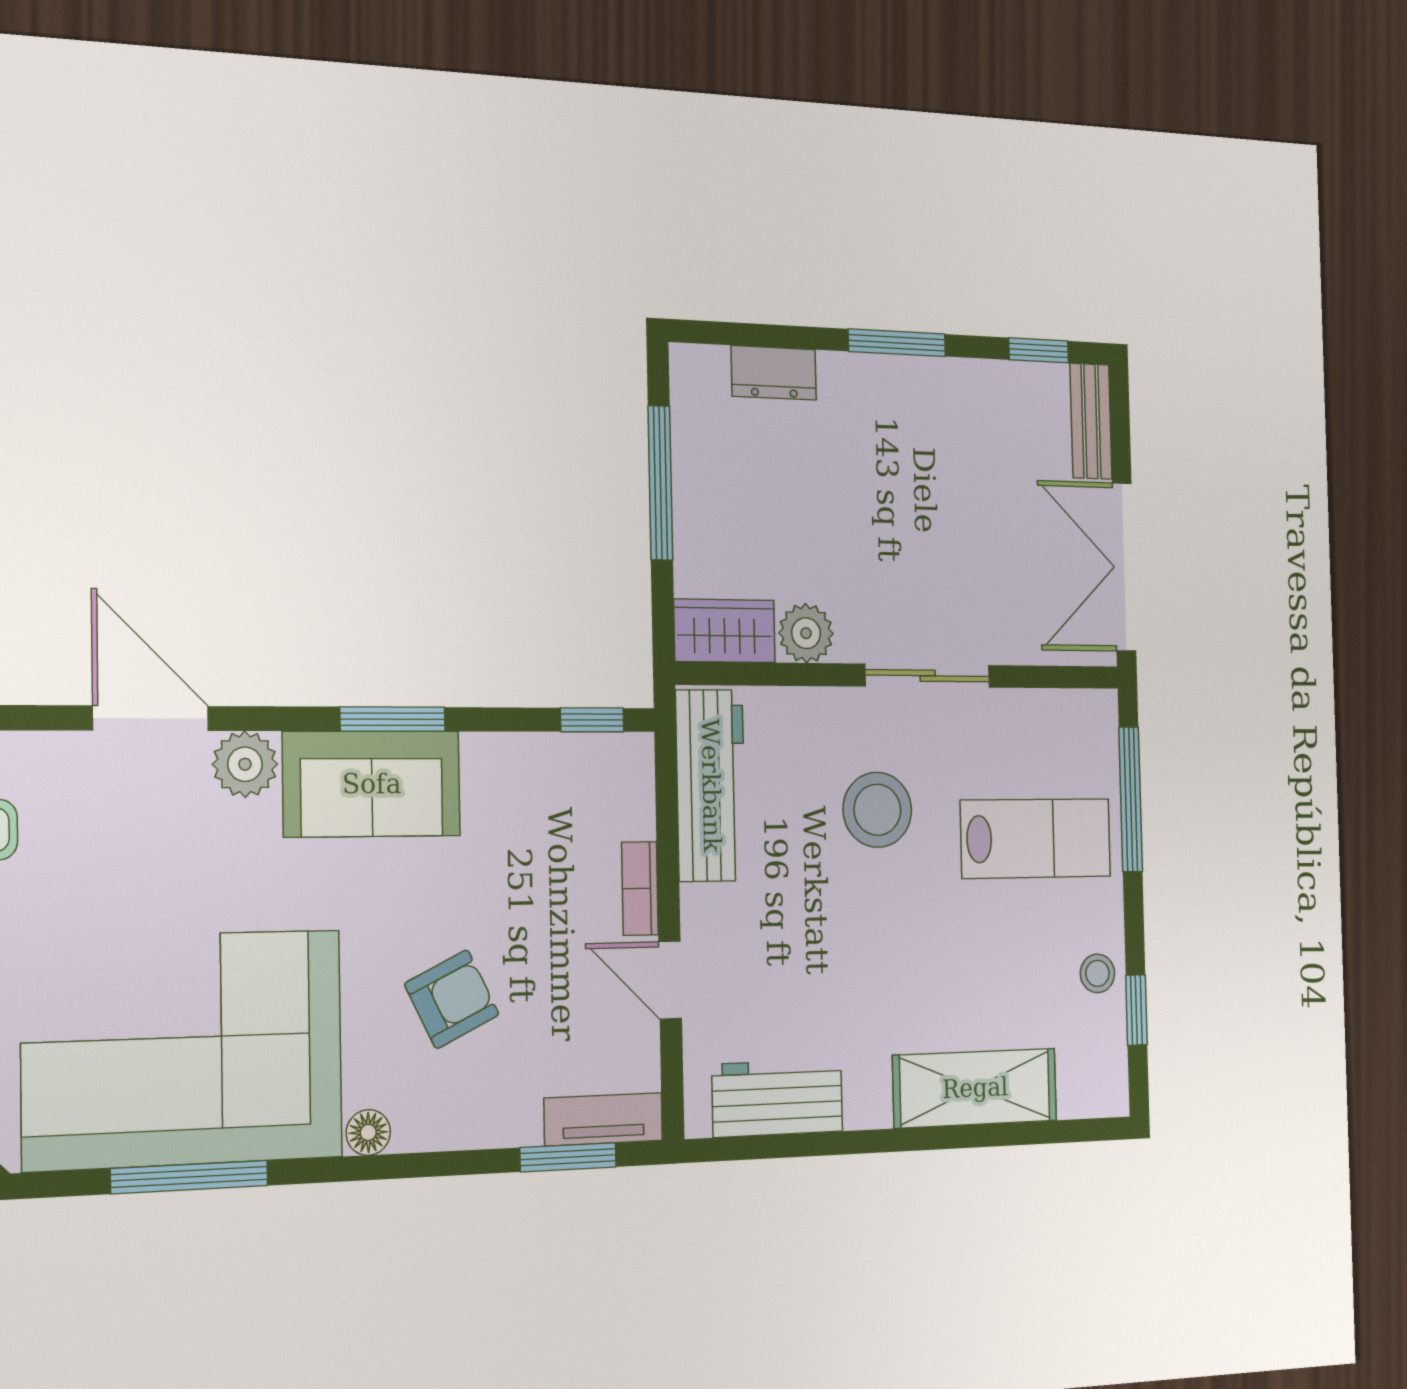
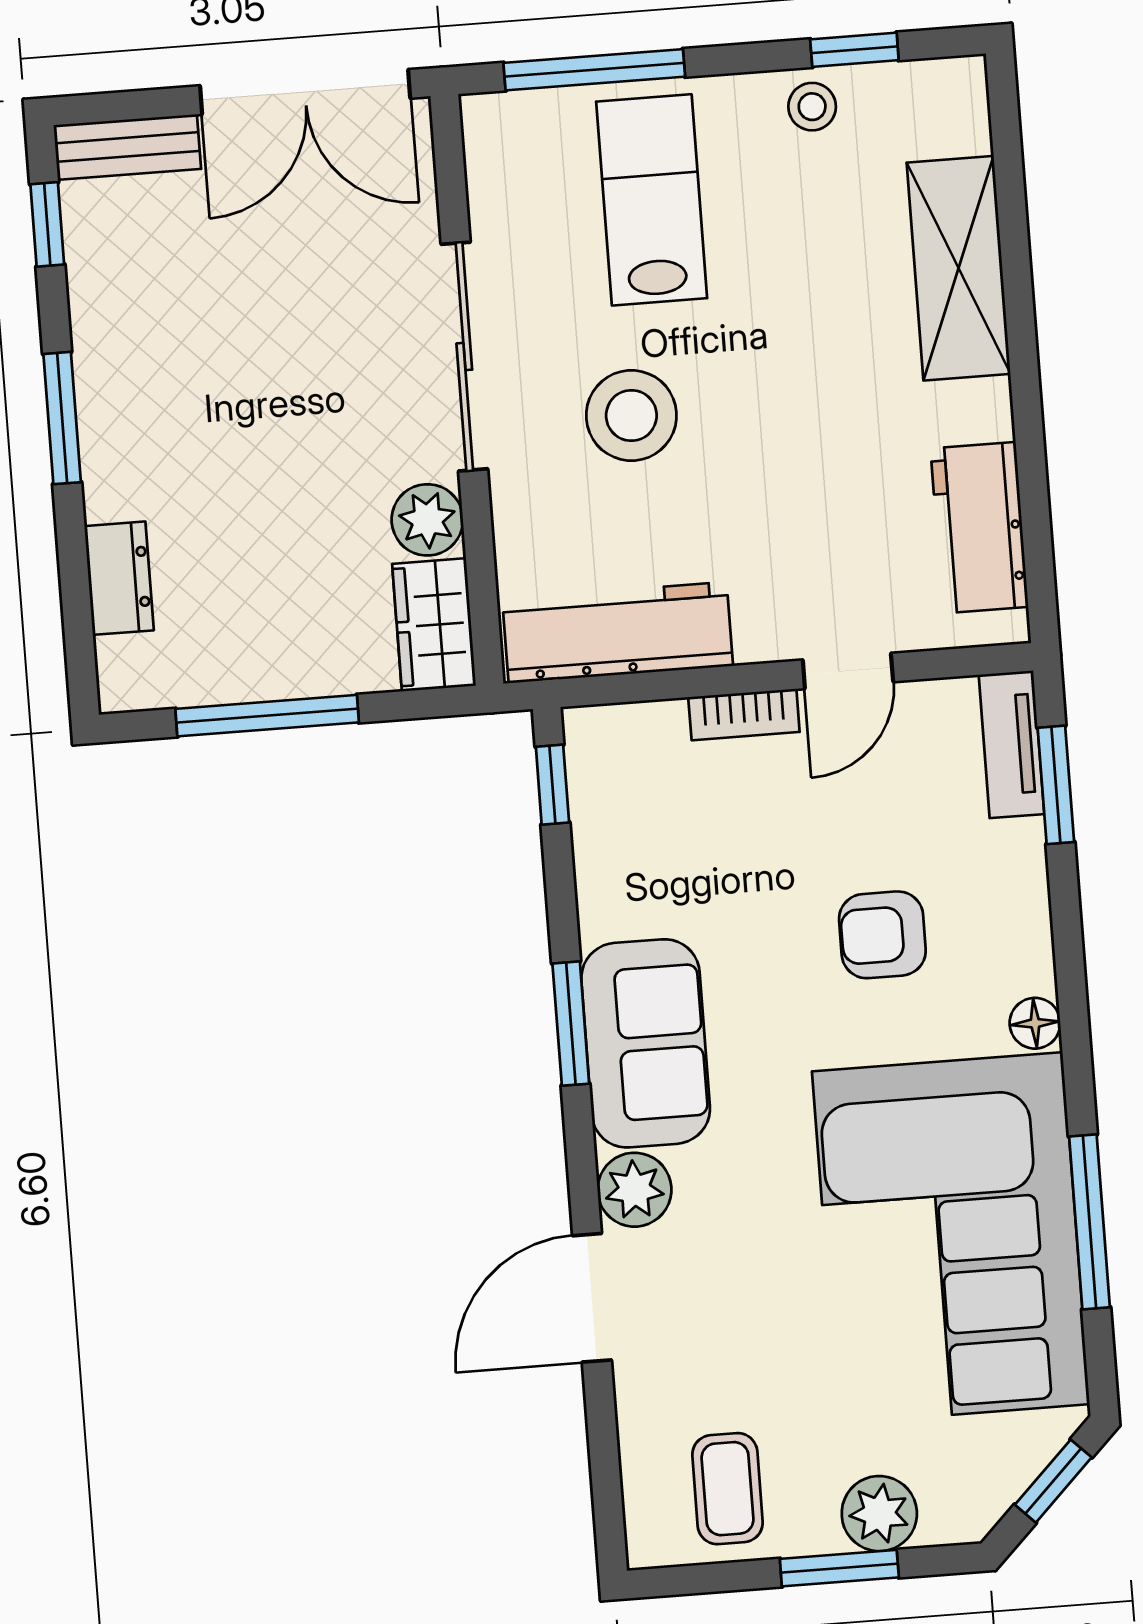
sliding door: (928, 676) -> (464, 357), width x1.37
armchair: (452, 999) -> (882, 935), turned -64

